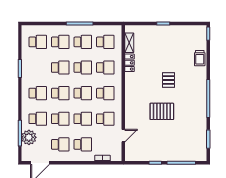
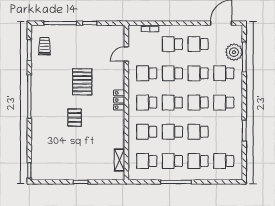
trolley: (200, 58) -> (44, 46), moved
locker: (130, 63) -> (119, 100), moved
pallet: (162, 111) -> (82, 82), turned 90

